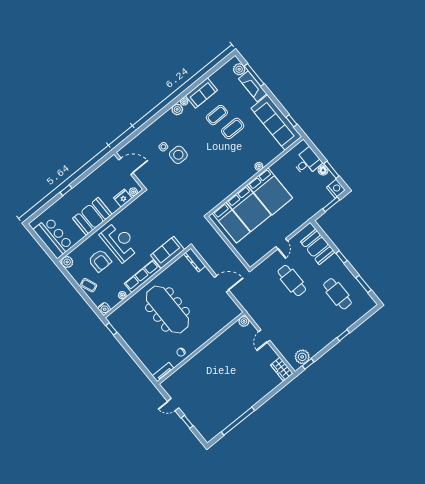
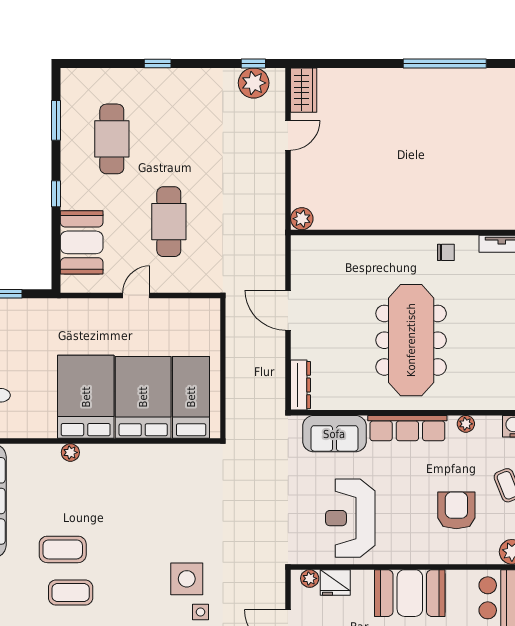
reception desk: (120, 242) -> (350, 518), moved
door: (264, 336) -> (288, 135), moved

